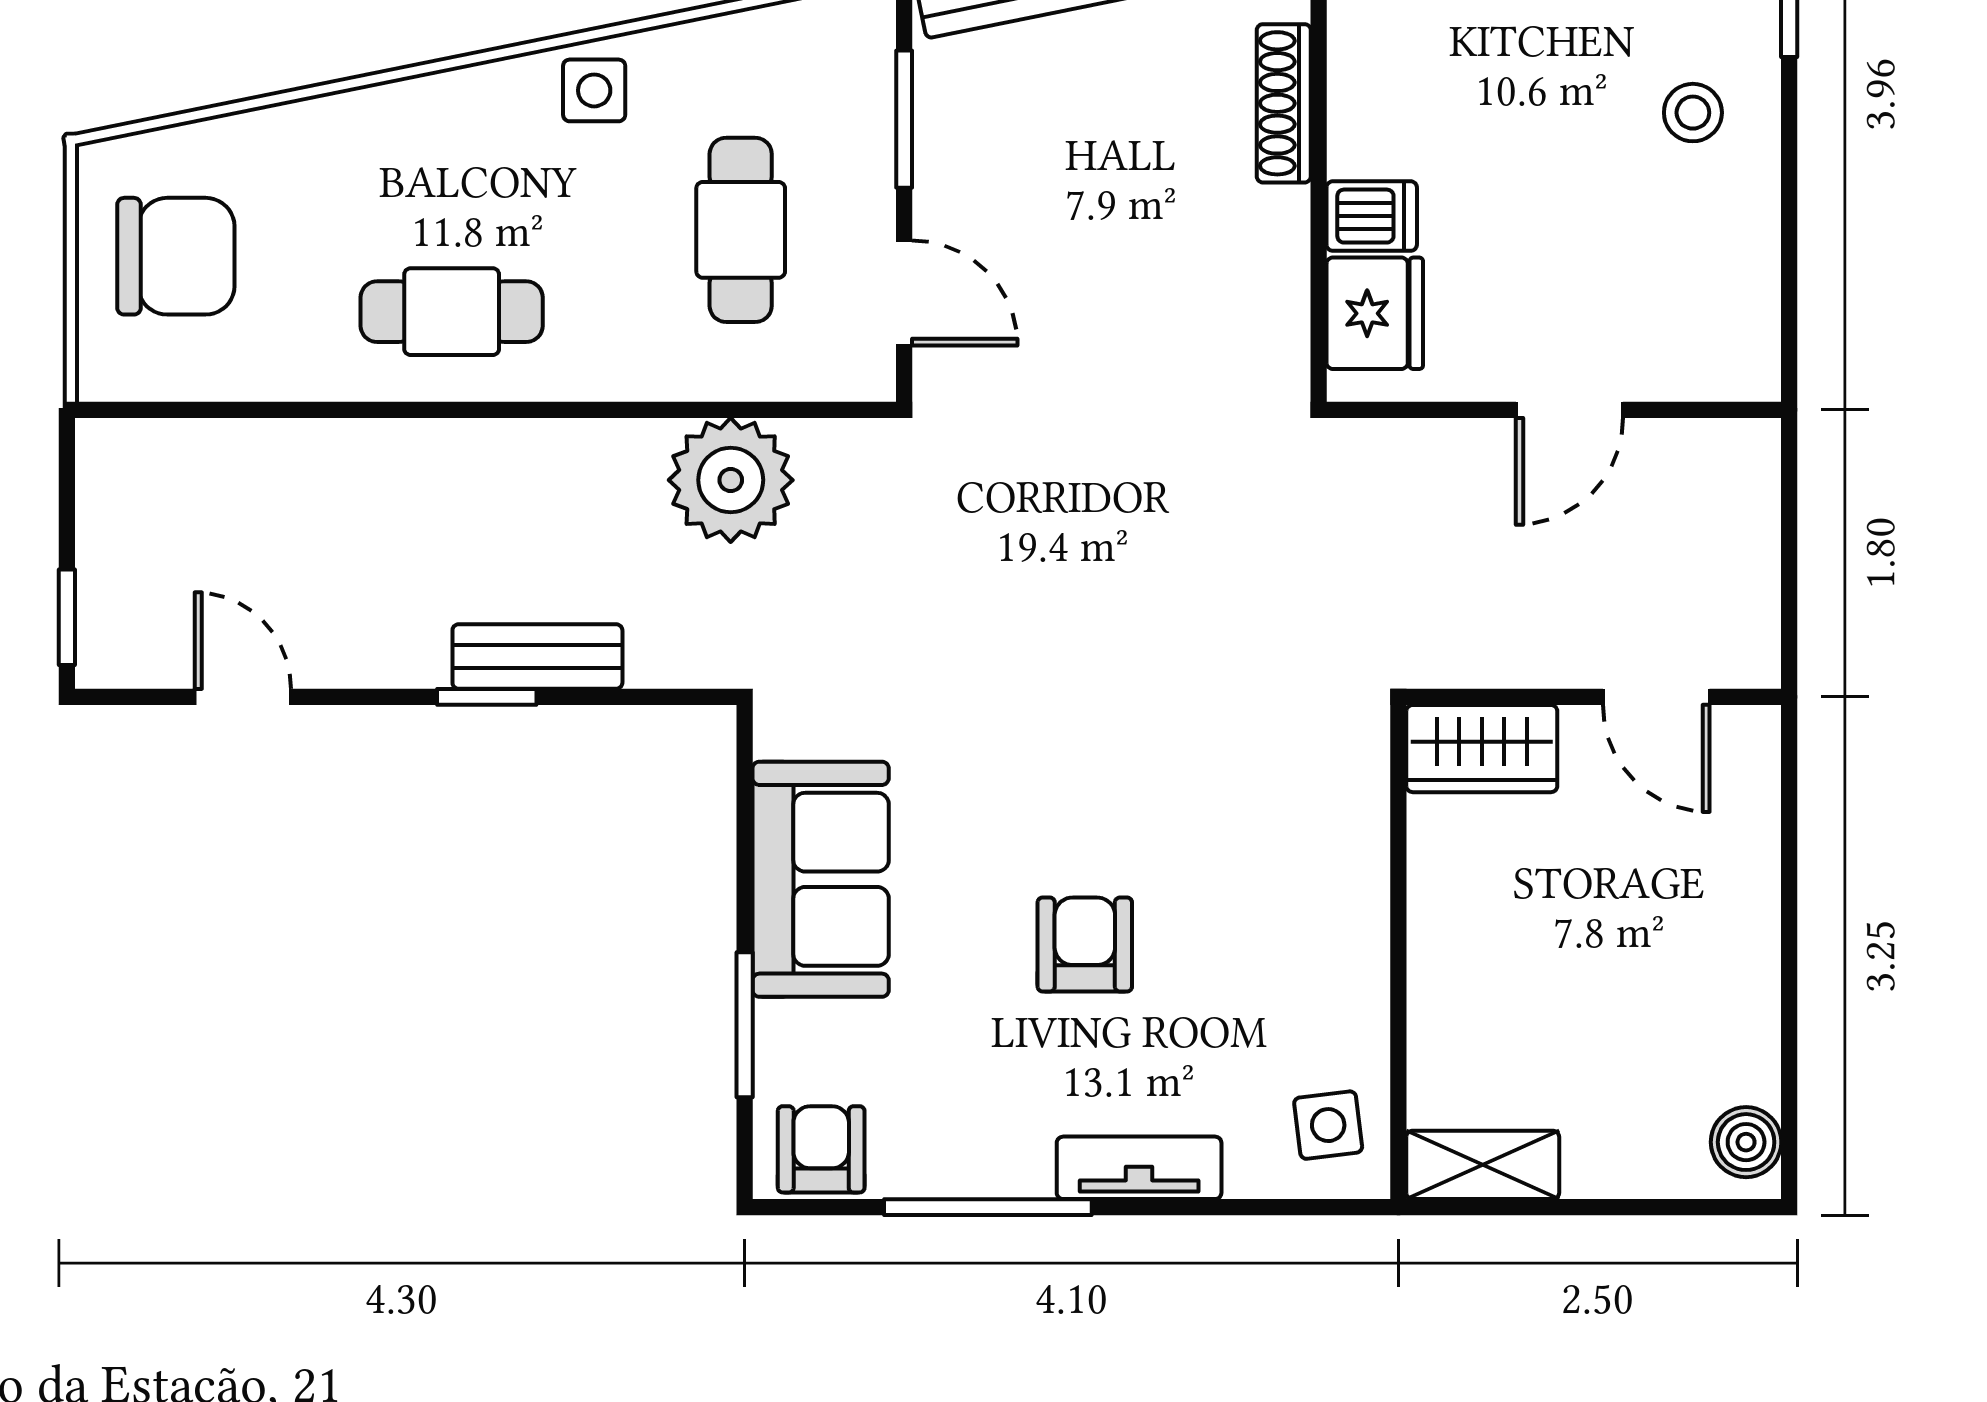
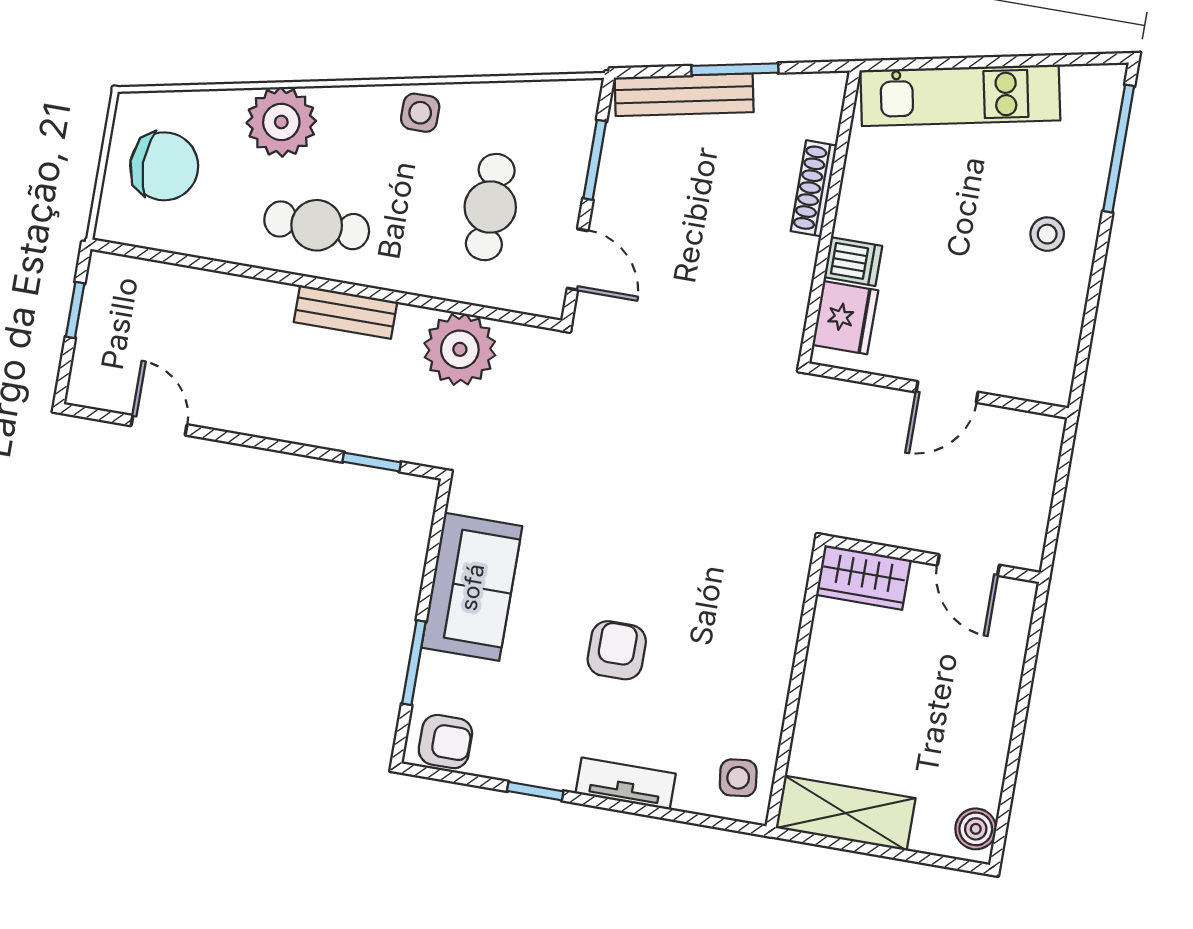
plant: (361, 147) -> (281, 122), added
window: (67, 617) -> (75, 310), moved
bench: (537, 656) -> (345, 312), moved
window: (487, 697) -> (372, 462), moved
armchair: (821, 1149) -> (445, 742), turned 90
shelving: (1483, 1165) -> (846, 813), width x1.50, depth x1.33
window: (988, 1207) -> (535, 791), width x0.46

